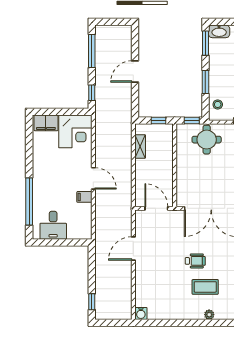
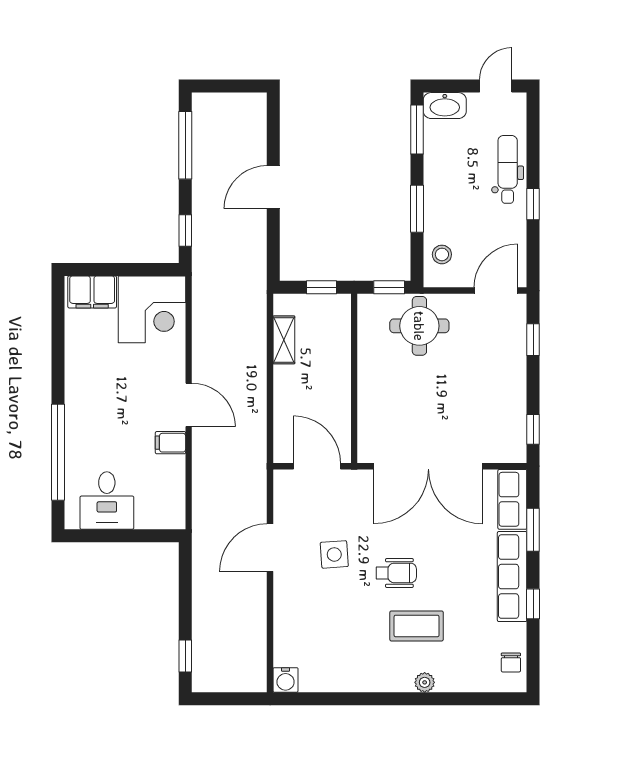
side table: (165, 252) -> (334, 554), added

